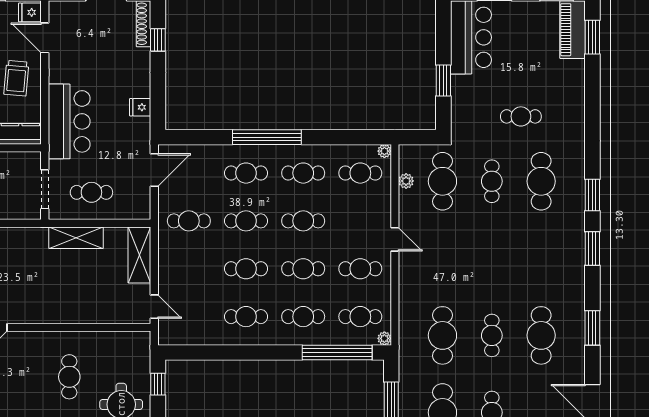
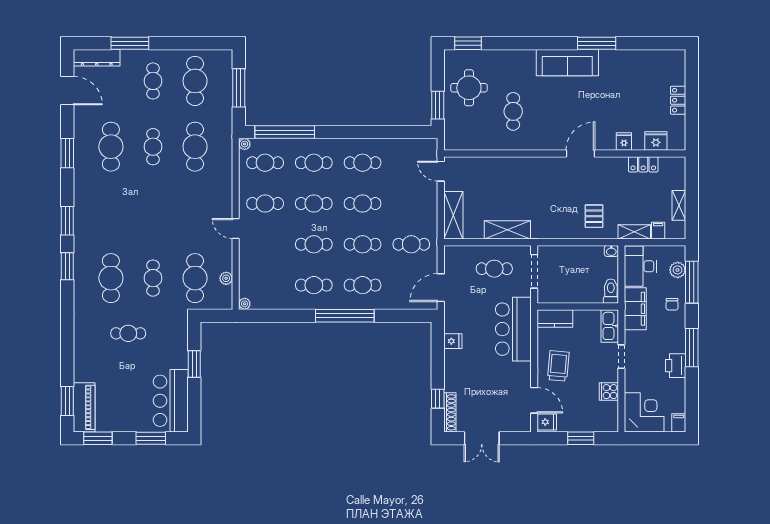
cafe table: (360, 173) -> (265, 285), removed
window: (158, 384) -> (438, 105), width x1.50

